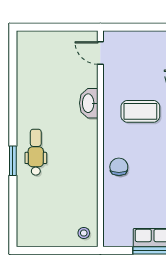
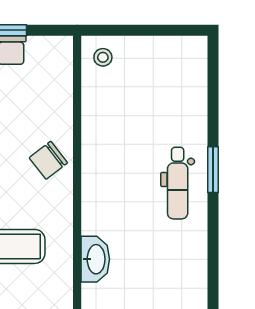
chair: (119, 167) -> (48, 160), turned 52

